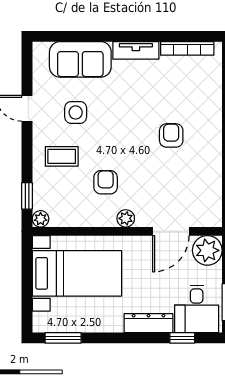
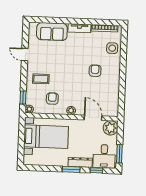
side table: (76, 112) -> (112, 48), moved
armchair: (106, 182) -> (52, 99), moved
door: (171, 231) -> (93, 118), swing flipped
window: (63, 338) -> (71, 169), moved

